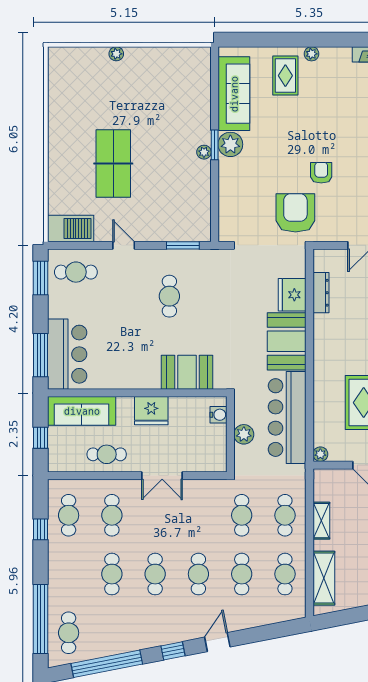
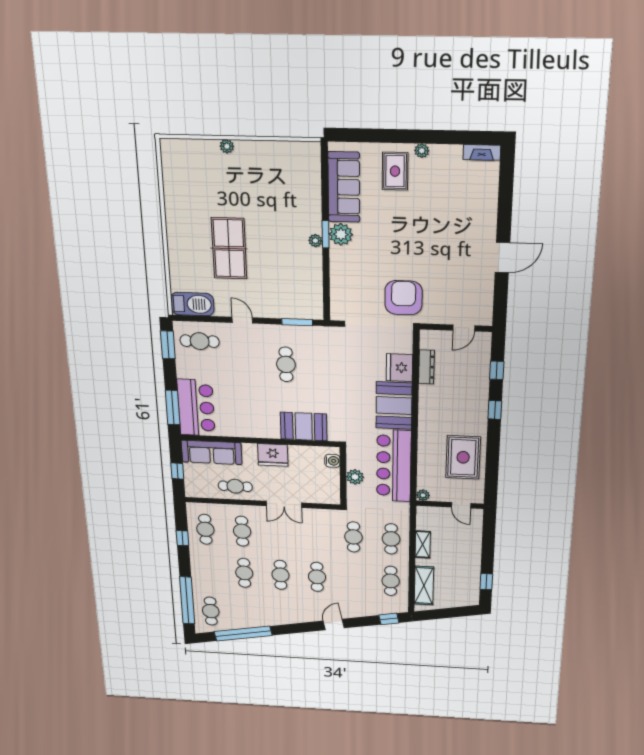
armchair: (321, 173) -> (429, 263), removed
cafe table: (242, 574) -> (354, 579), removed
window: (173, 651) -> (389, 619), moved

